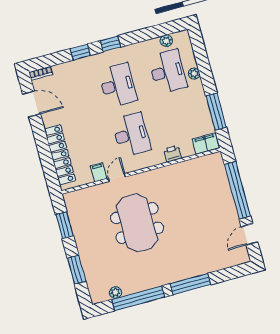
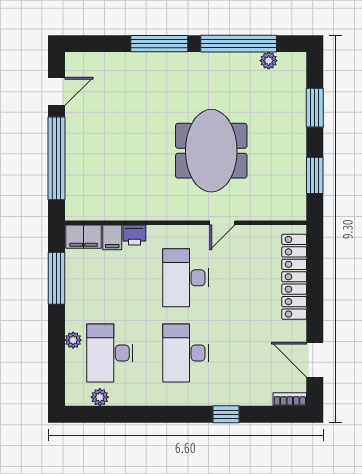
window: (111, 44) -> (180, 414), removed
filing cabinet: (99, 172) -> (112, 237), moved

